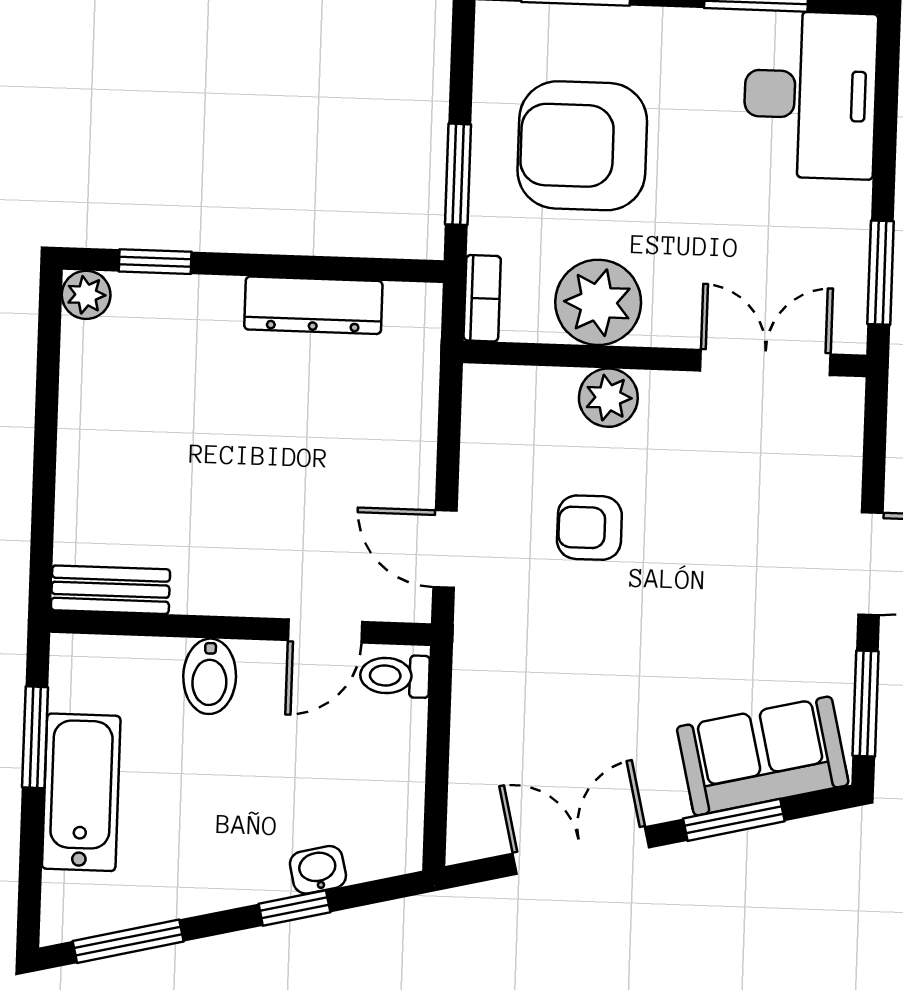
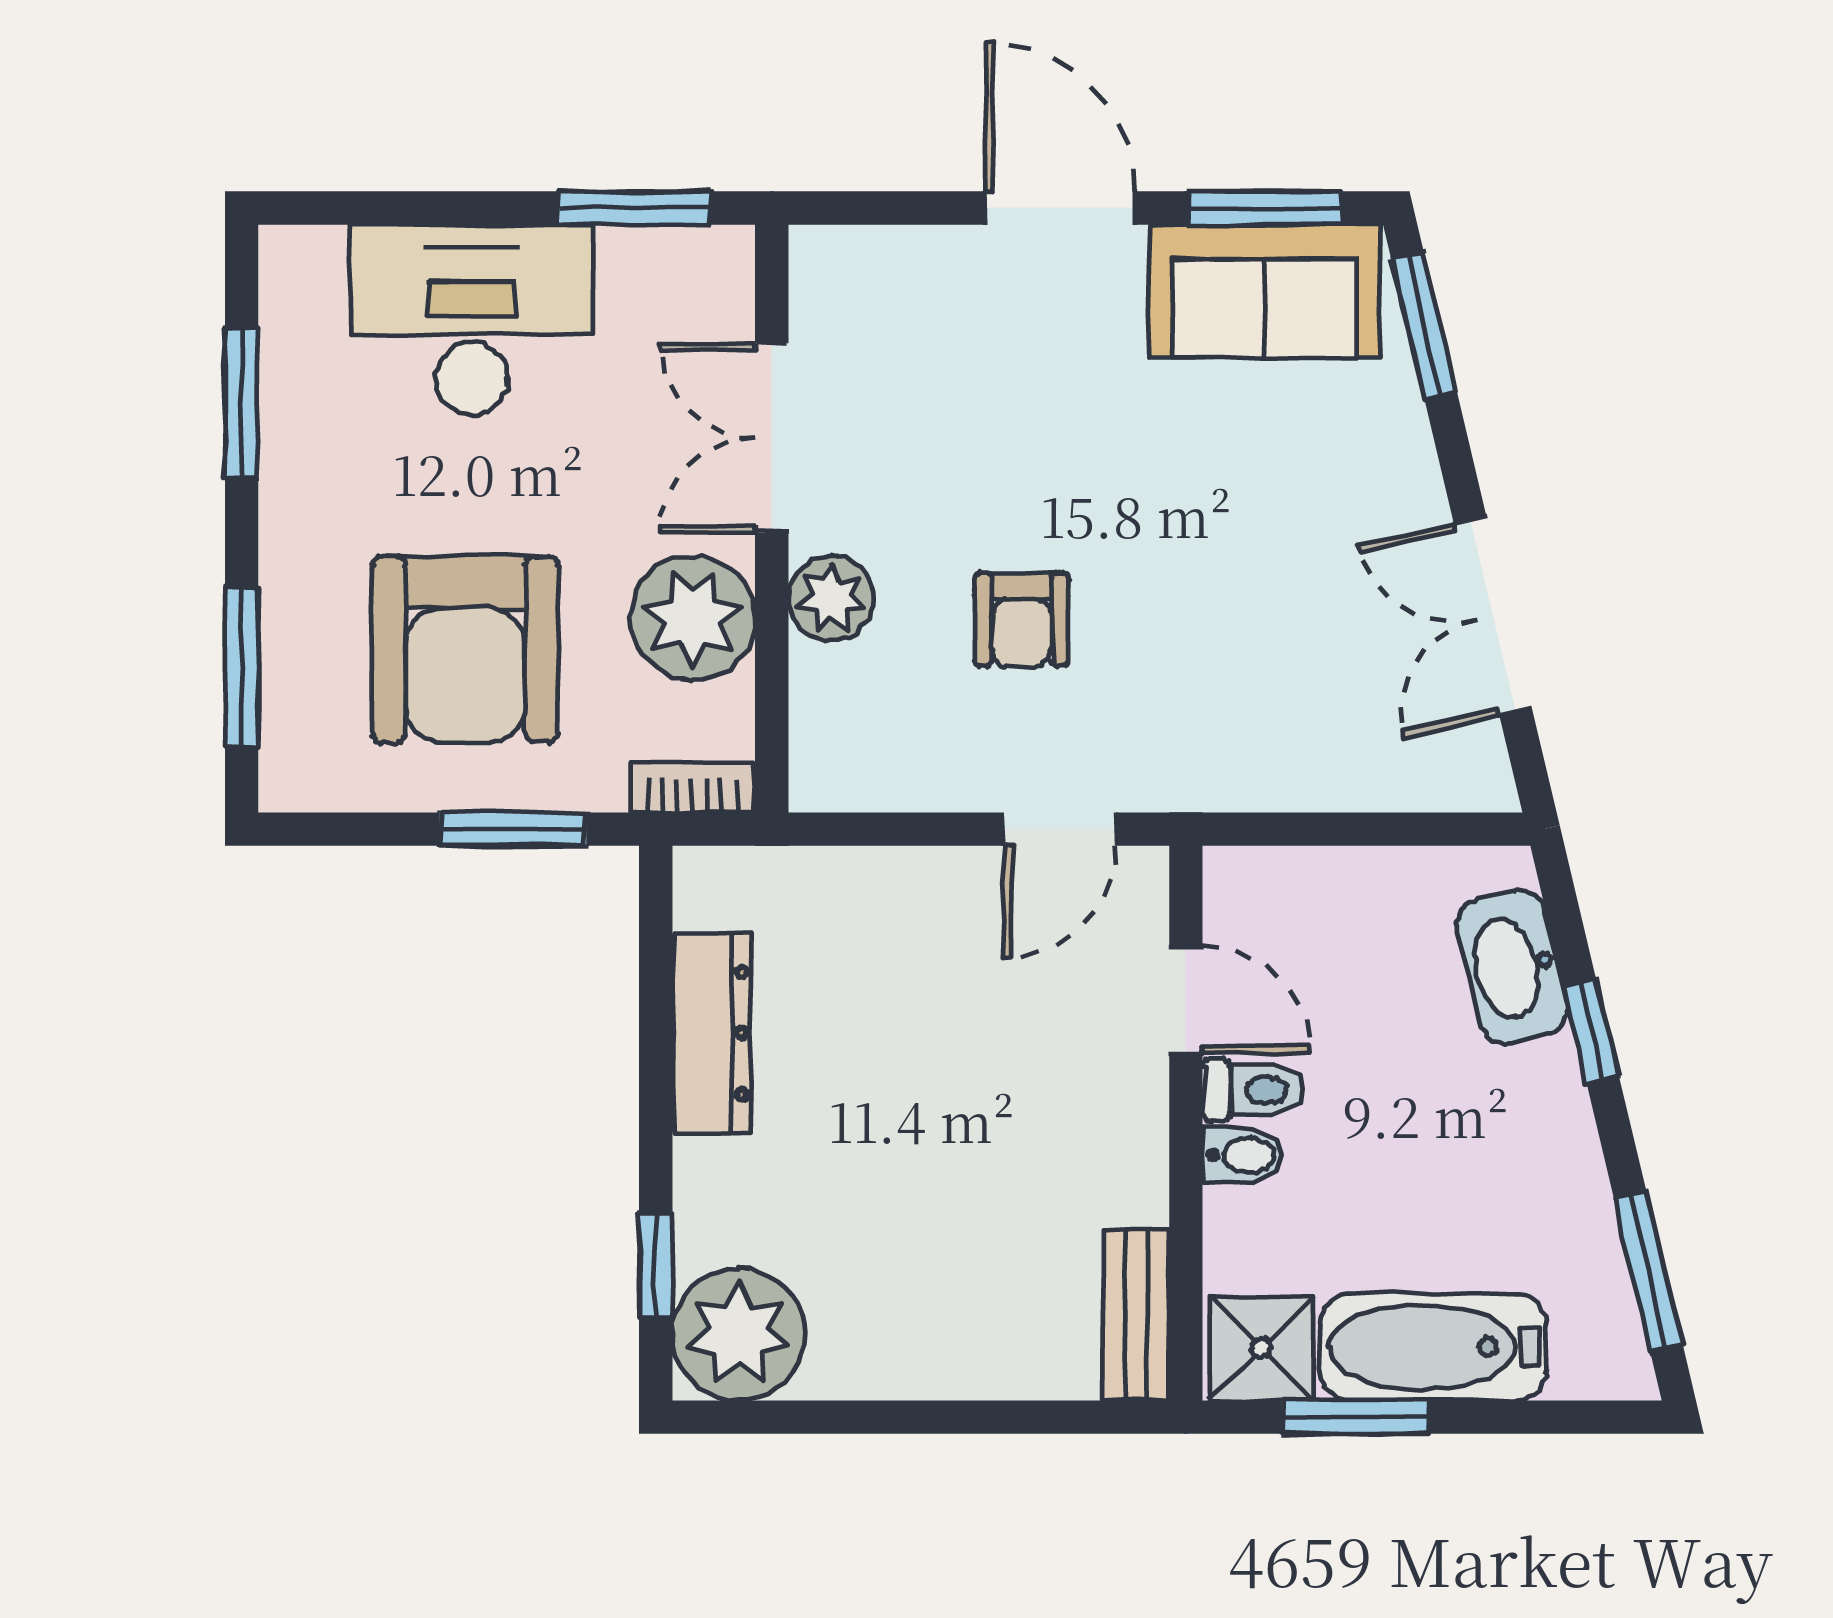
desk: (810, 95) -> (471, 320), moved
plant: (86, 295) -> (739, 1334), width x1.87, depth x1.87
double door: (765, 362) -> (772, 438), moved
shower: (84, 674) -> (1261, 1349), added
bidet: (210, 676) -> (1243, 1155), width x0.72, depth x0.74
toilet: (395, 676) -> (1253, 1090), moved, turned -90
sofa: (763, 756) -> (1265, 291), moved, turned -77
window: (734, 820) -> (1424, 326), moved
washbasin: (318, 870) -> (1513, 967), width x1.91, depth x1.45

